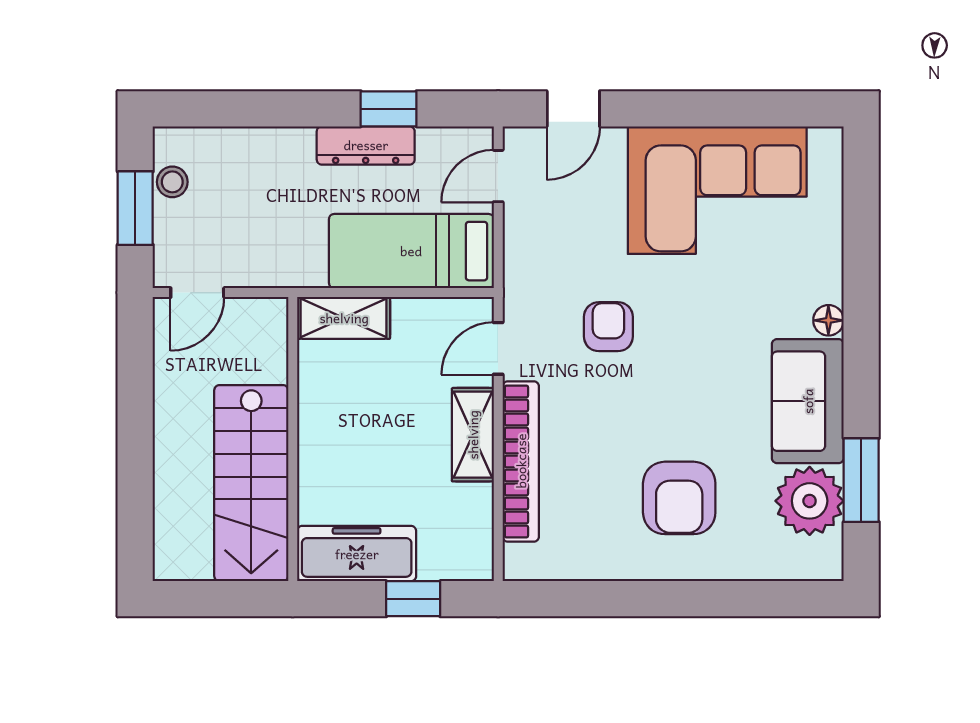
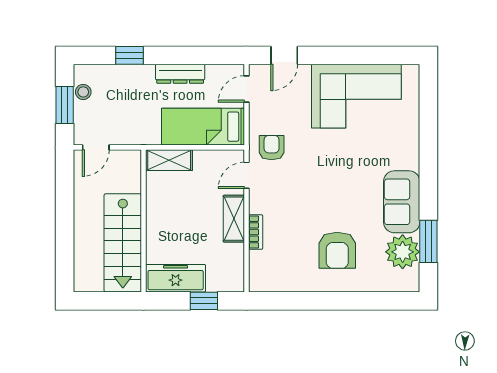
window: (389, 109) -> (129, 55), moved
floor lamp: (828, 320) -> (412, 161), removed
armchair: (608, 327) -> (272, 148), moved
bookcase: (521, 461) -> (256, 232), width x0.43, depth x0.76

